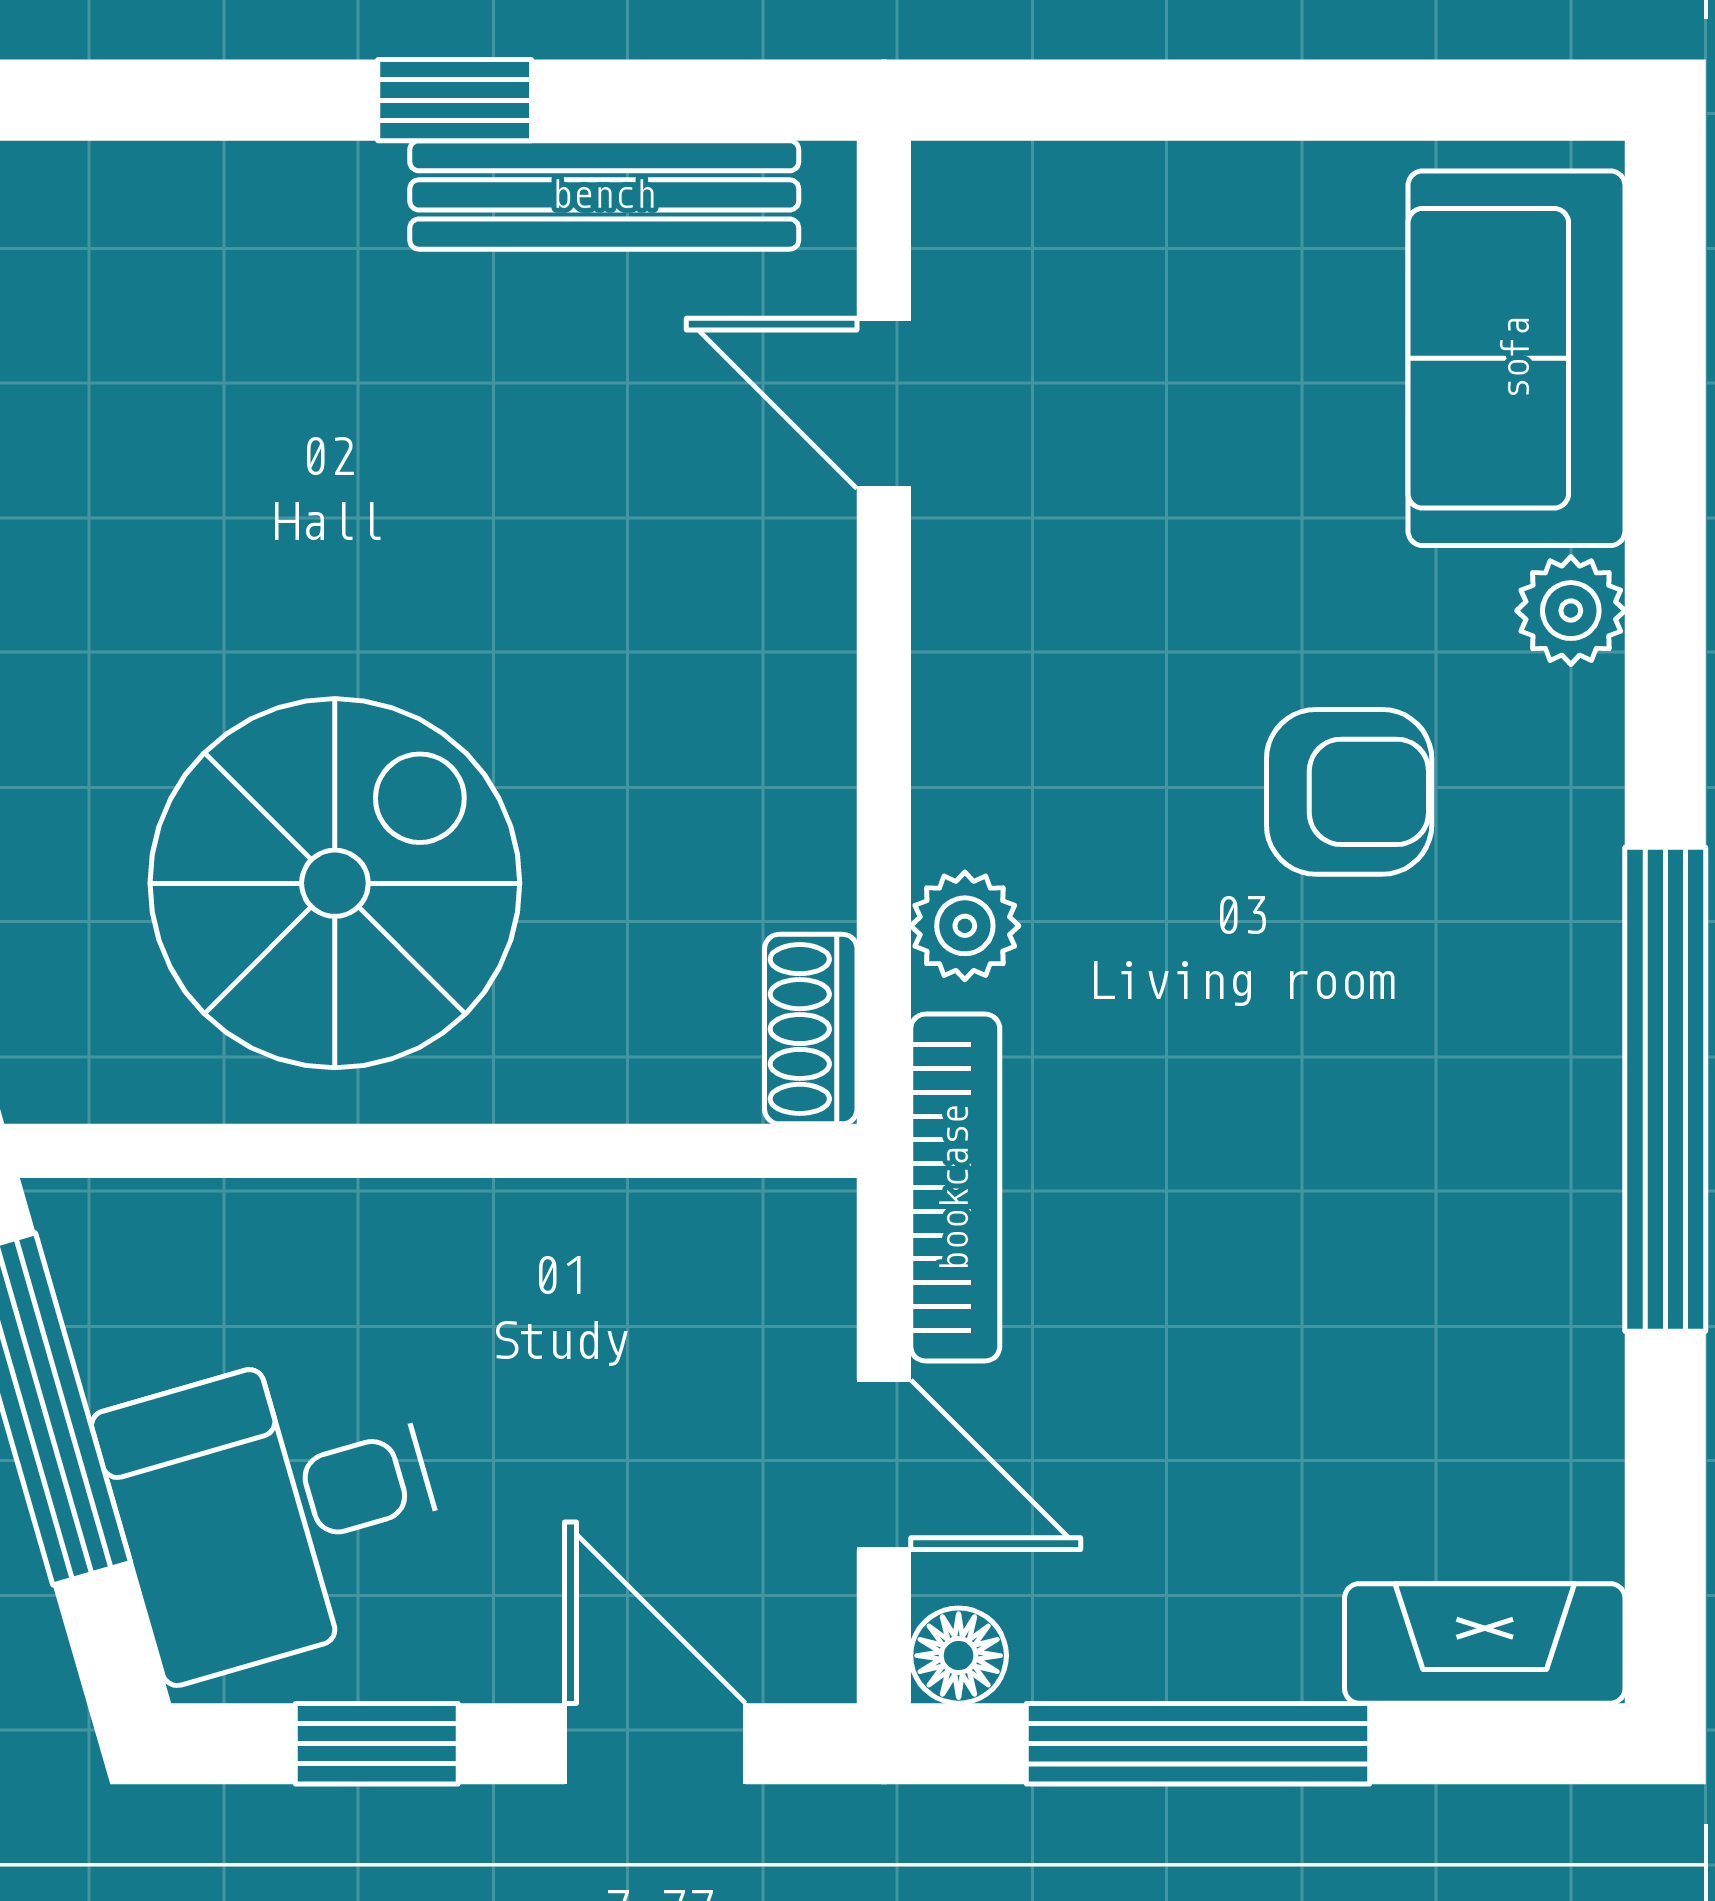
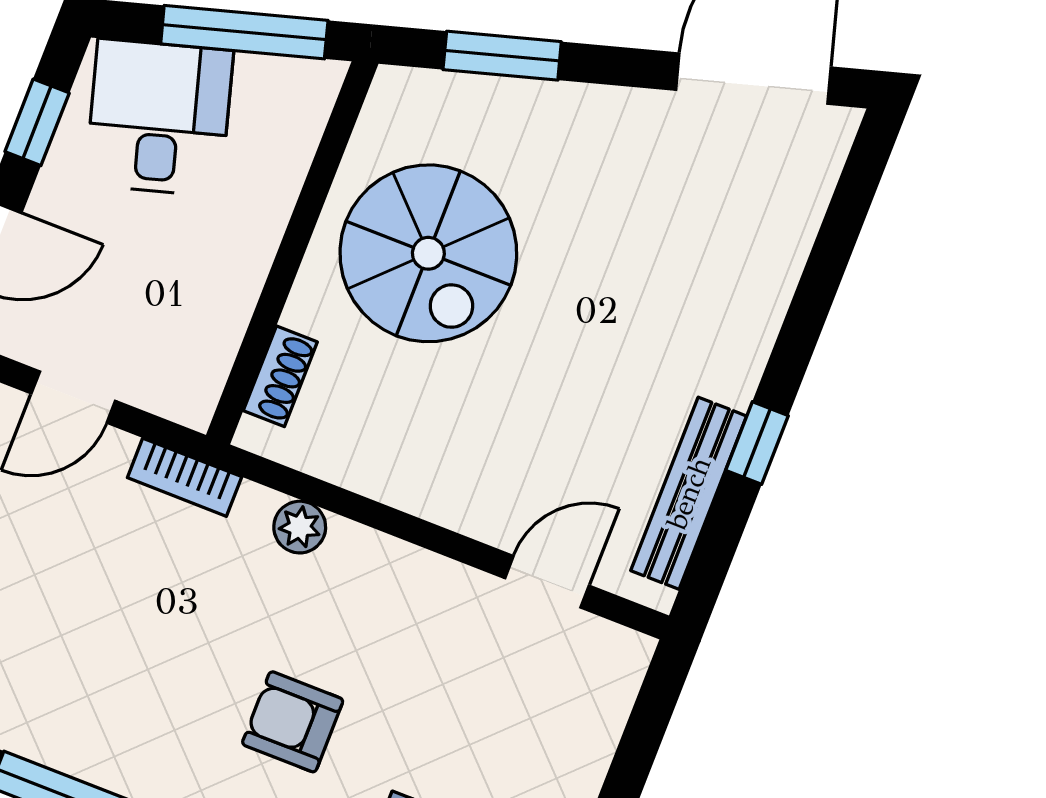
armchair: (1349, 792) -> (293, 722), turned 90
shoe rack: (811, 1029) -> (280, 376), moved, turned 90
bookcase: (955, 1188) -> (185, 477), width x0.64

